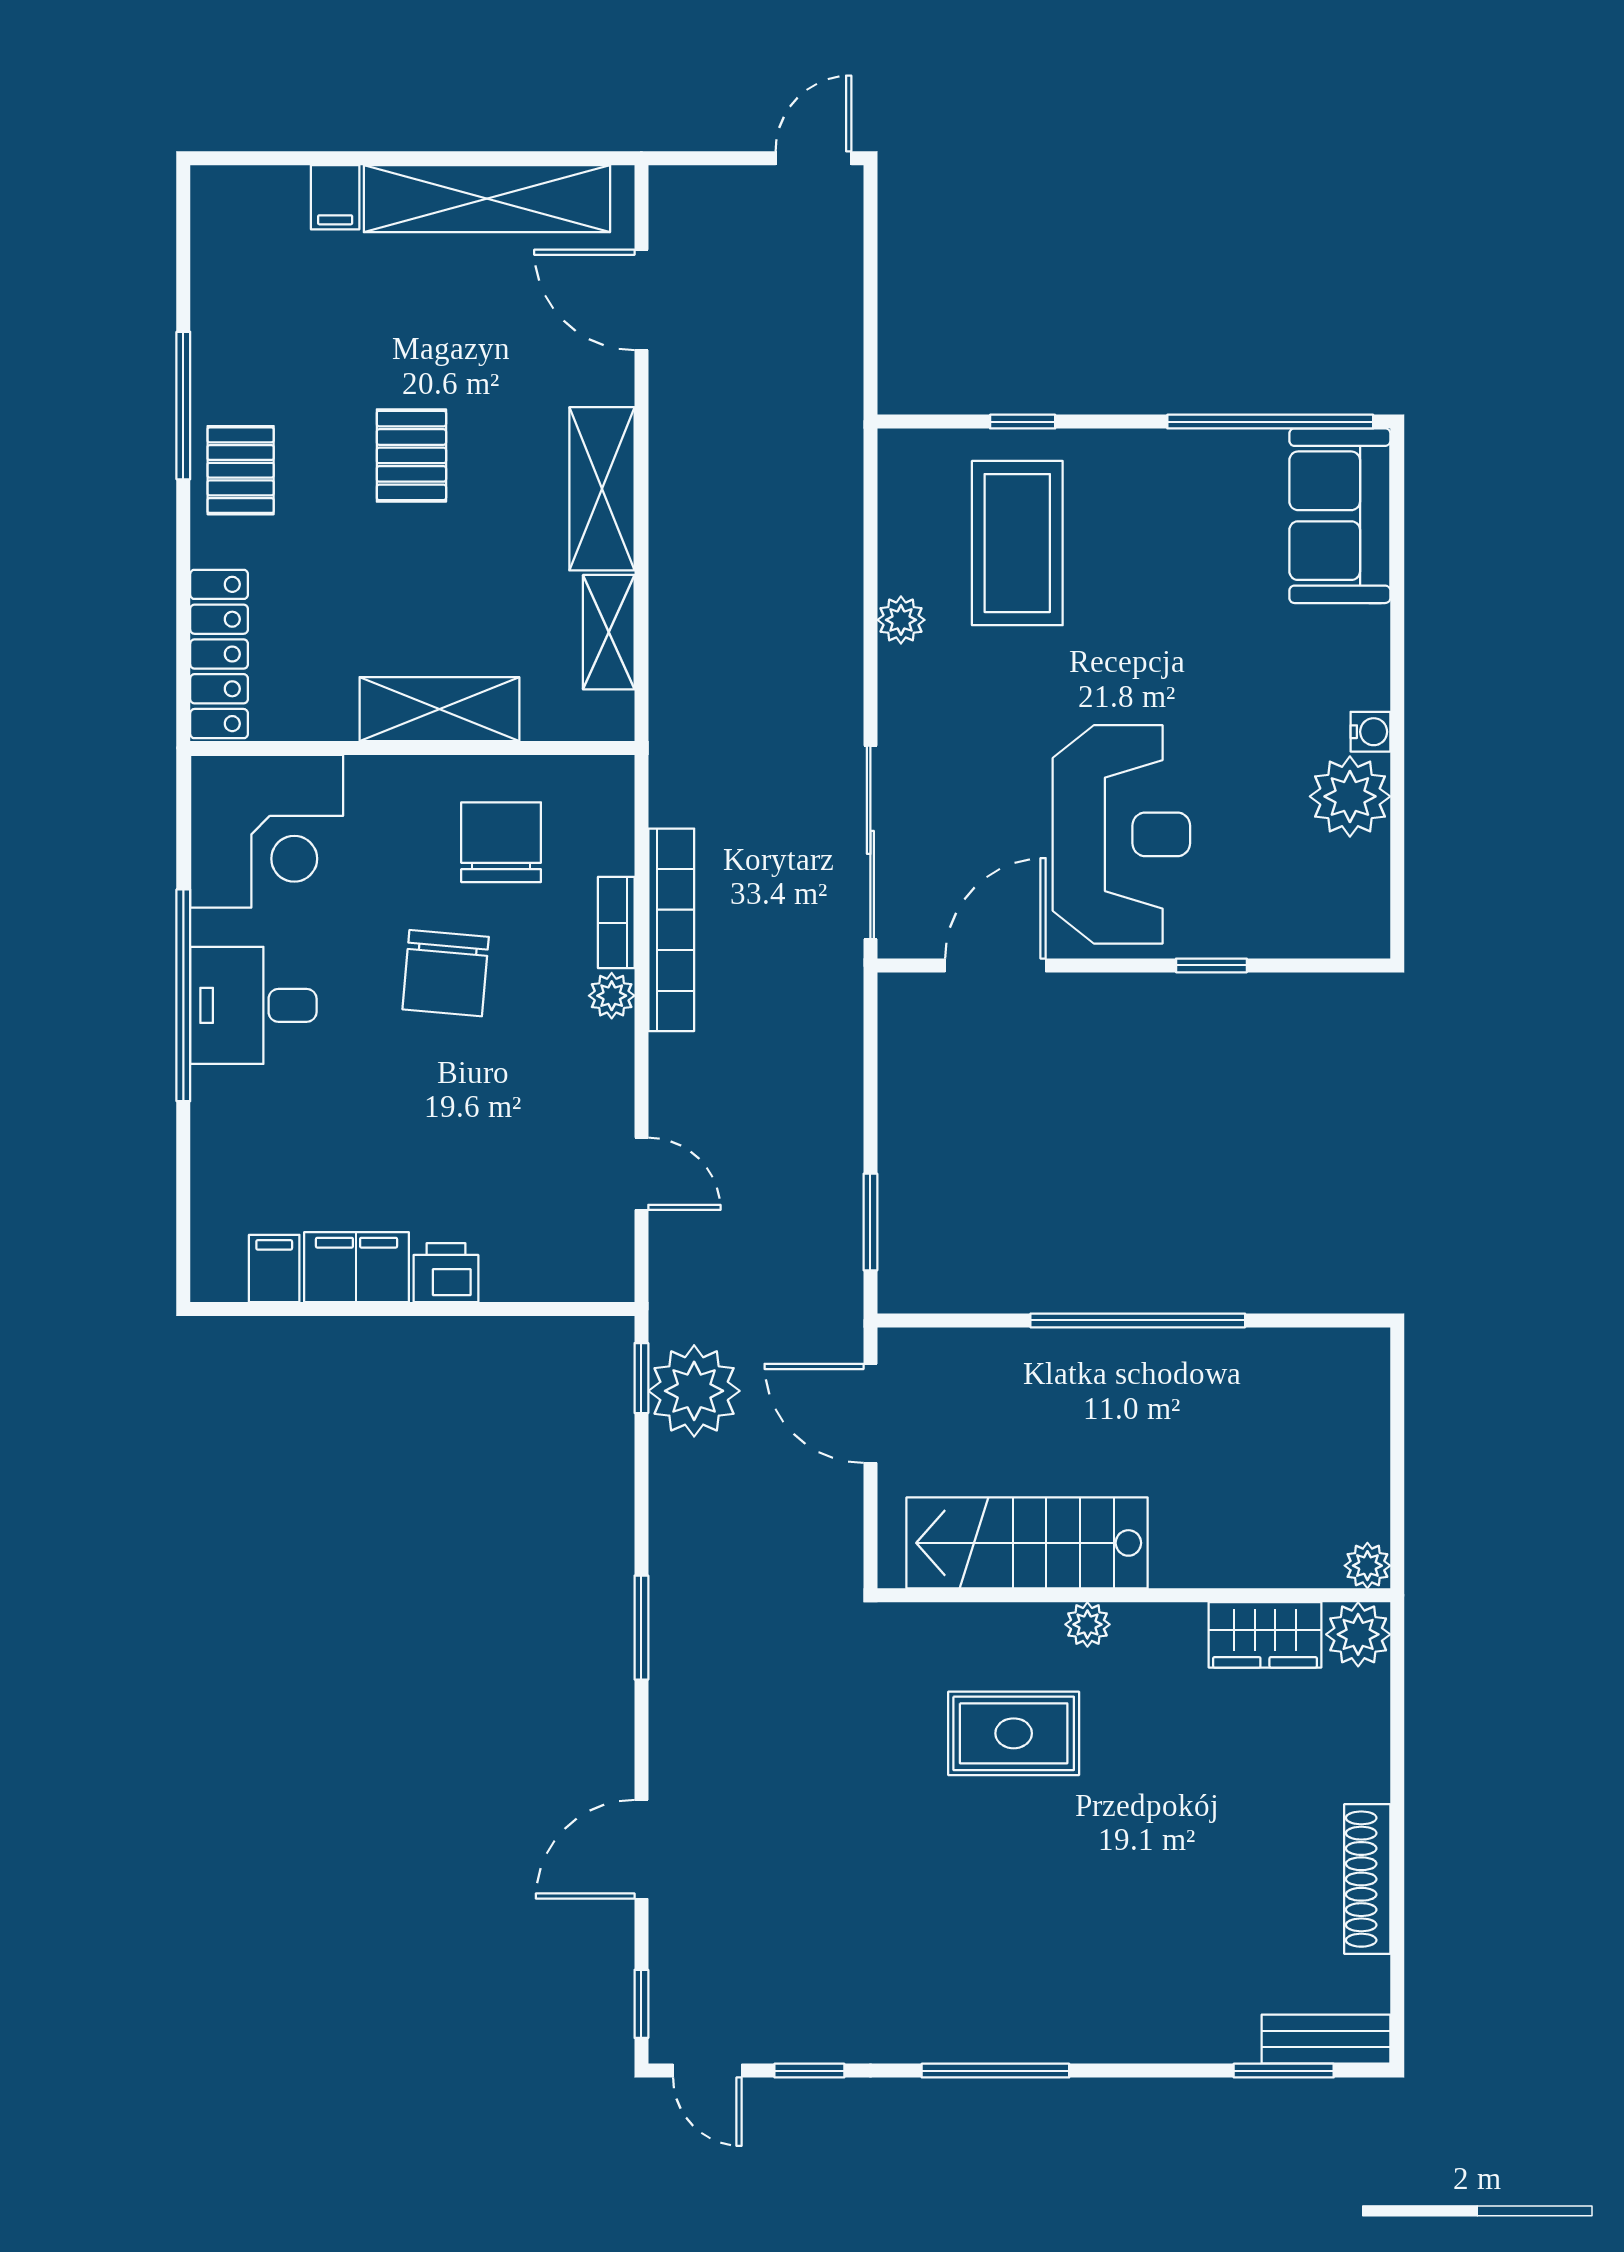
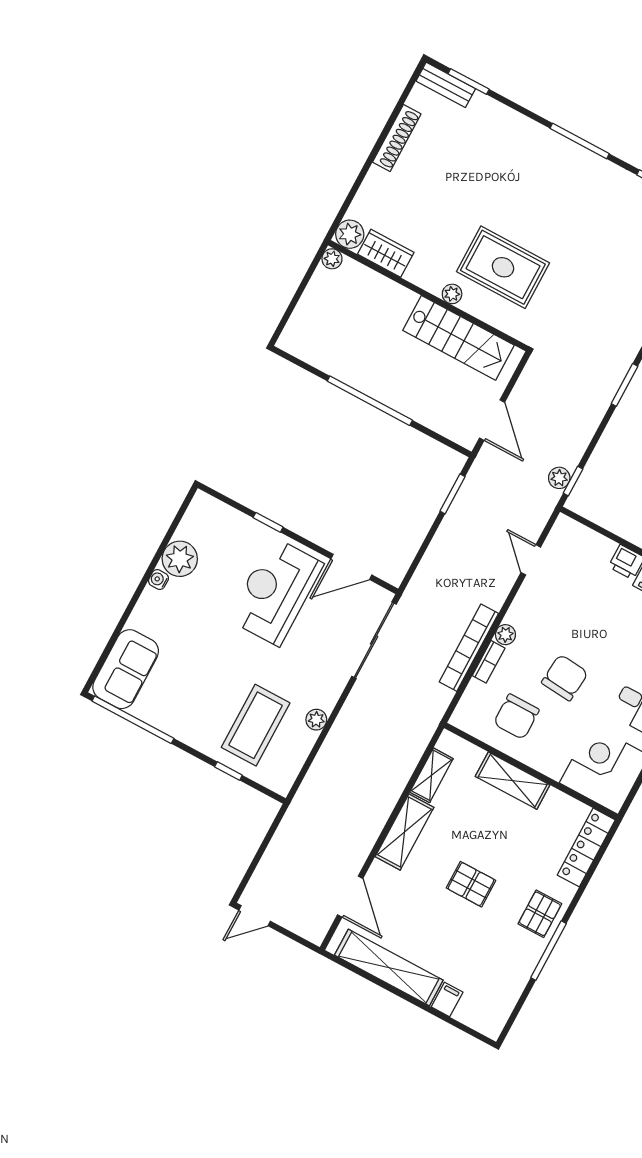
pallet: (411, 455) -> (471, 884), turned 90
plant: (694, 1391) -> (559, 478), width x0.53, depth x0.53
rug: (1014, 1733) -> (503, 267), width x1.36, depth x1.43

